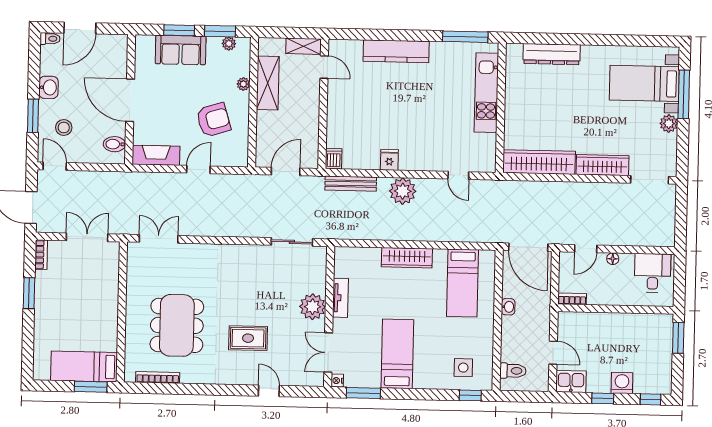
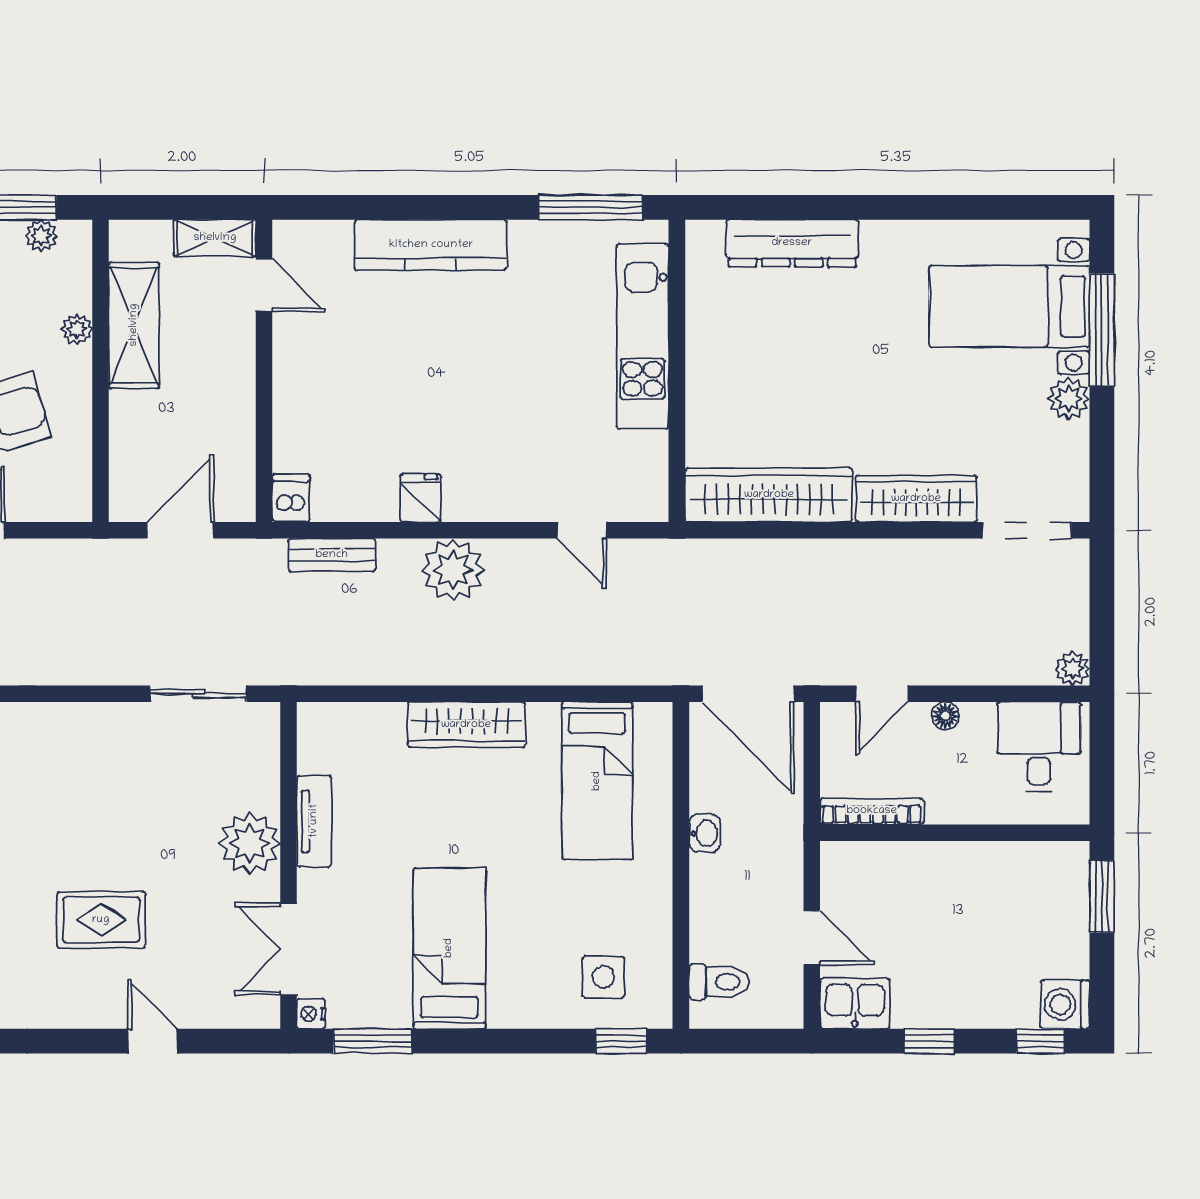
bench: (351, 184) -> (332, 555), width x0.73
plant: (668, 240) -> (1073, 669), added
bookcase: (572, 299) -> (872, 811), width x1.56
washing machine: (622, 383) -> (1065, 1004), moved, turned -90

